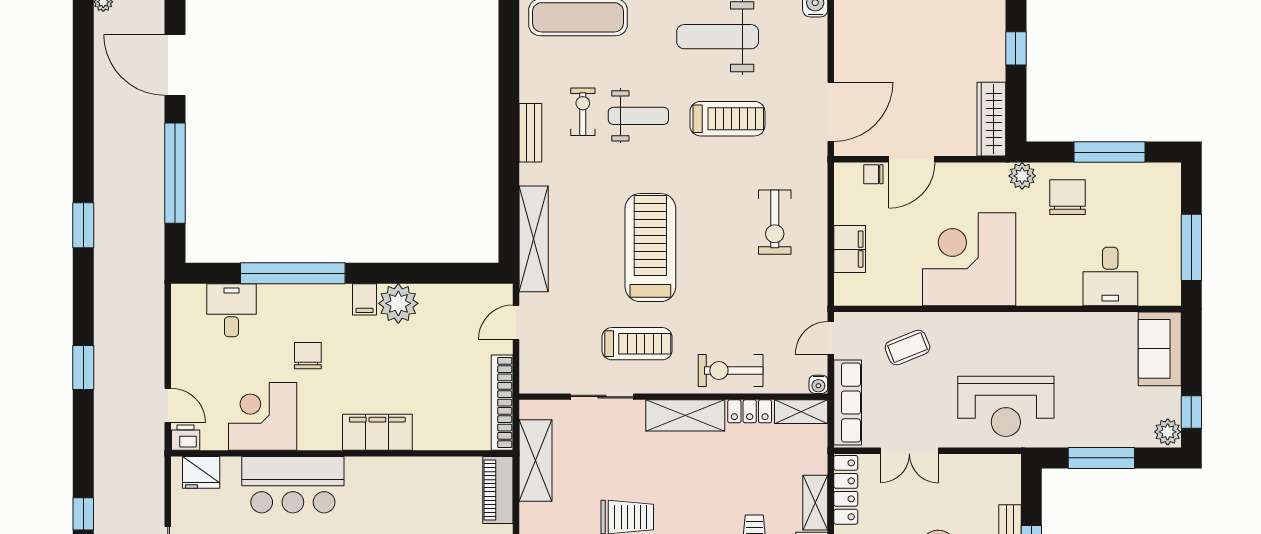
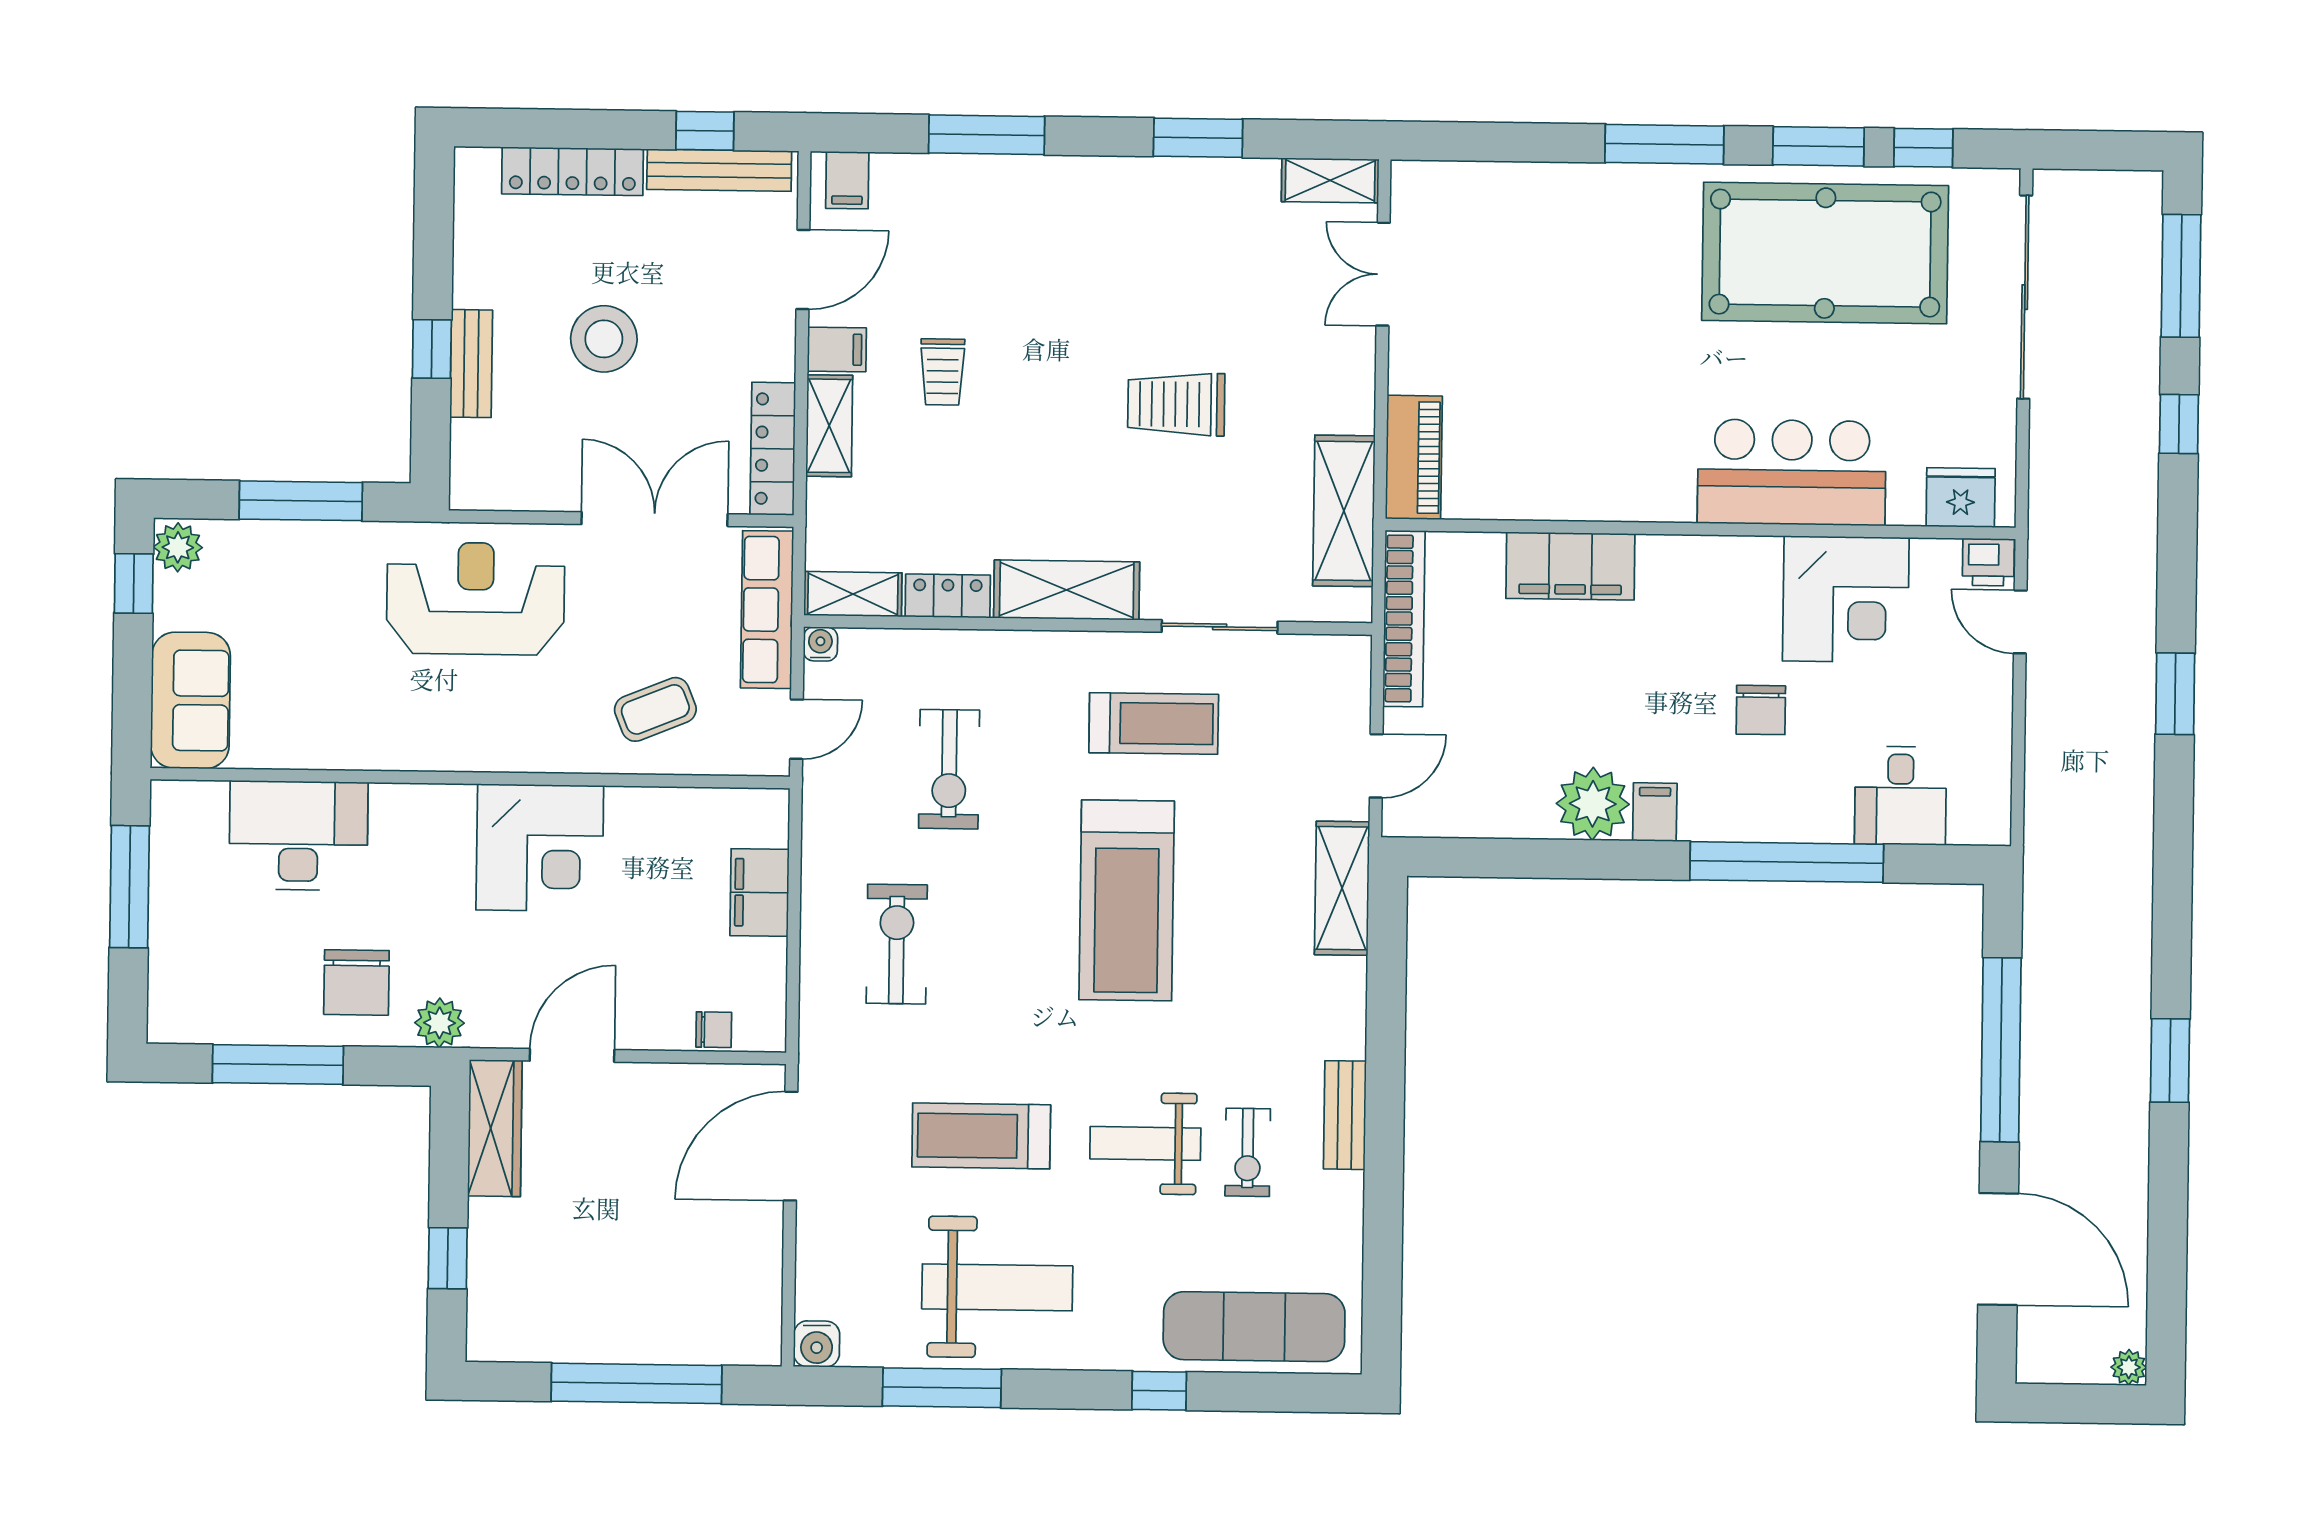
door: (912, 159) -> (572, 1055), moved
window: (83, 225) -> (2170, 1061), moved
shelving: (534, 239) -> (1342, 888), width x0.68
corner desk: (969, 259) -> (540, 848), width x0.74, depth x0.74
desk: (1110, 276) -> (298, 836), width x1.37
treadmill: (637, 344) -> (1154, 723), turned 180
exercise bike: (731, 371) -> (949, 769), moved, turned 90
filing cabinet: (377, 432) -> (1570, 566), moved
double door: (909, 451) -> (654, 519), width x1.37

